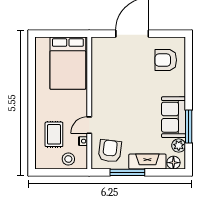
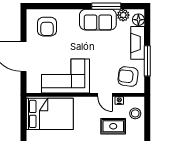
corner sofa: (110, 81) -> (65, 76), added

